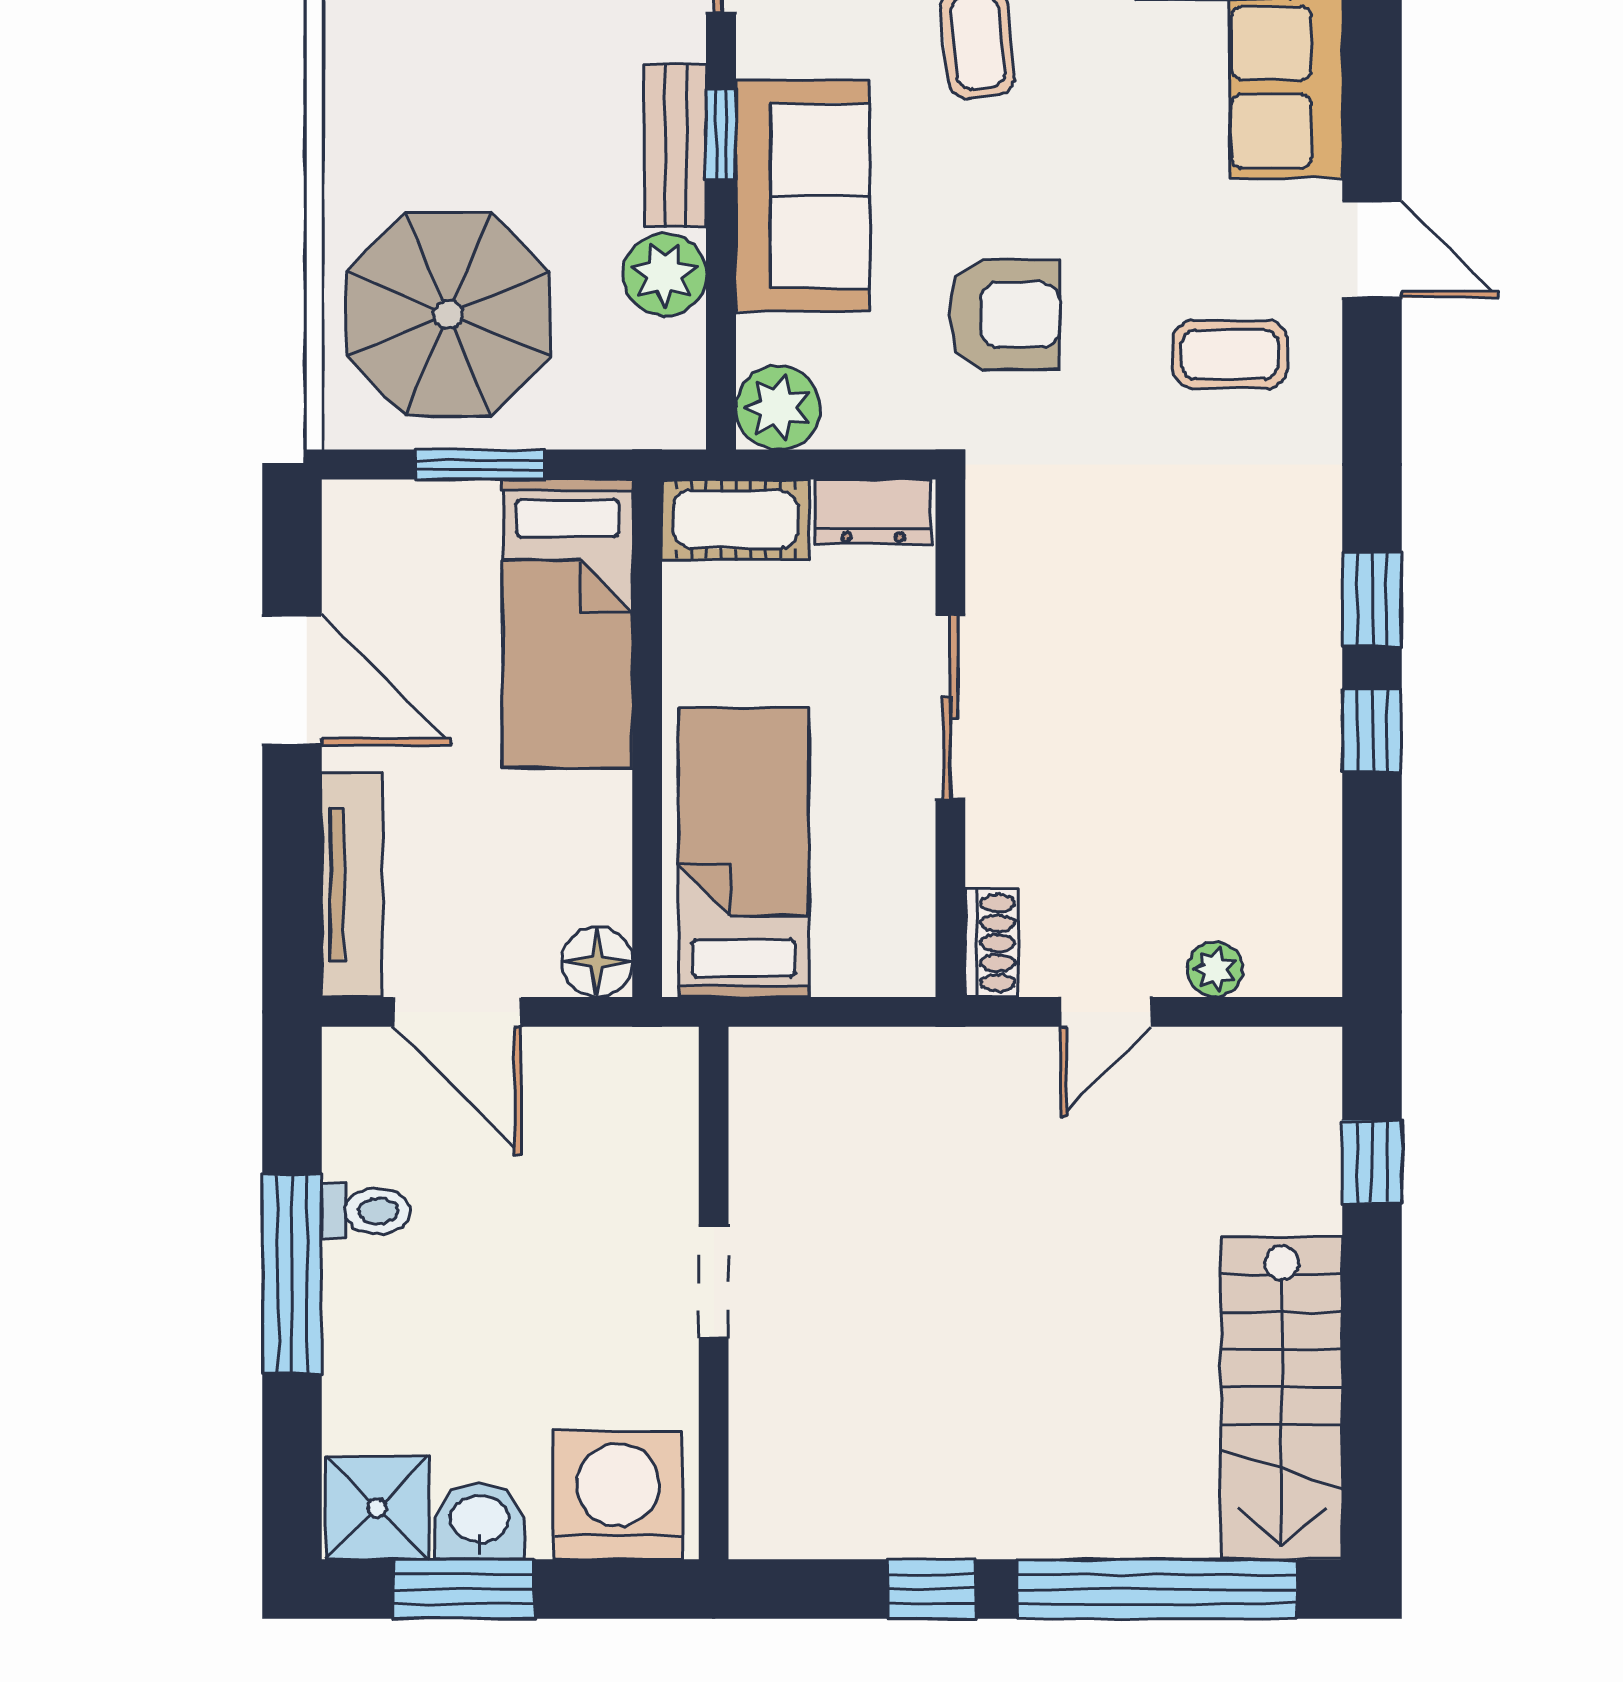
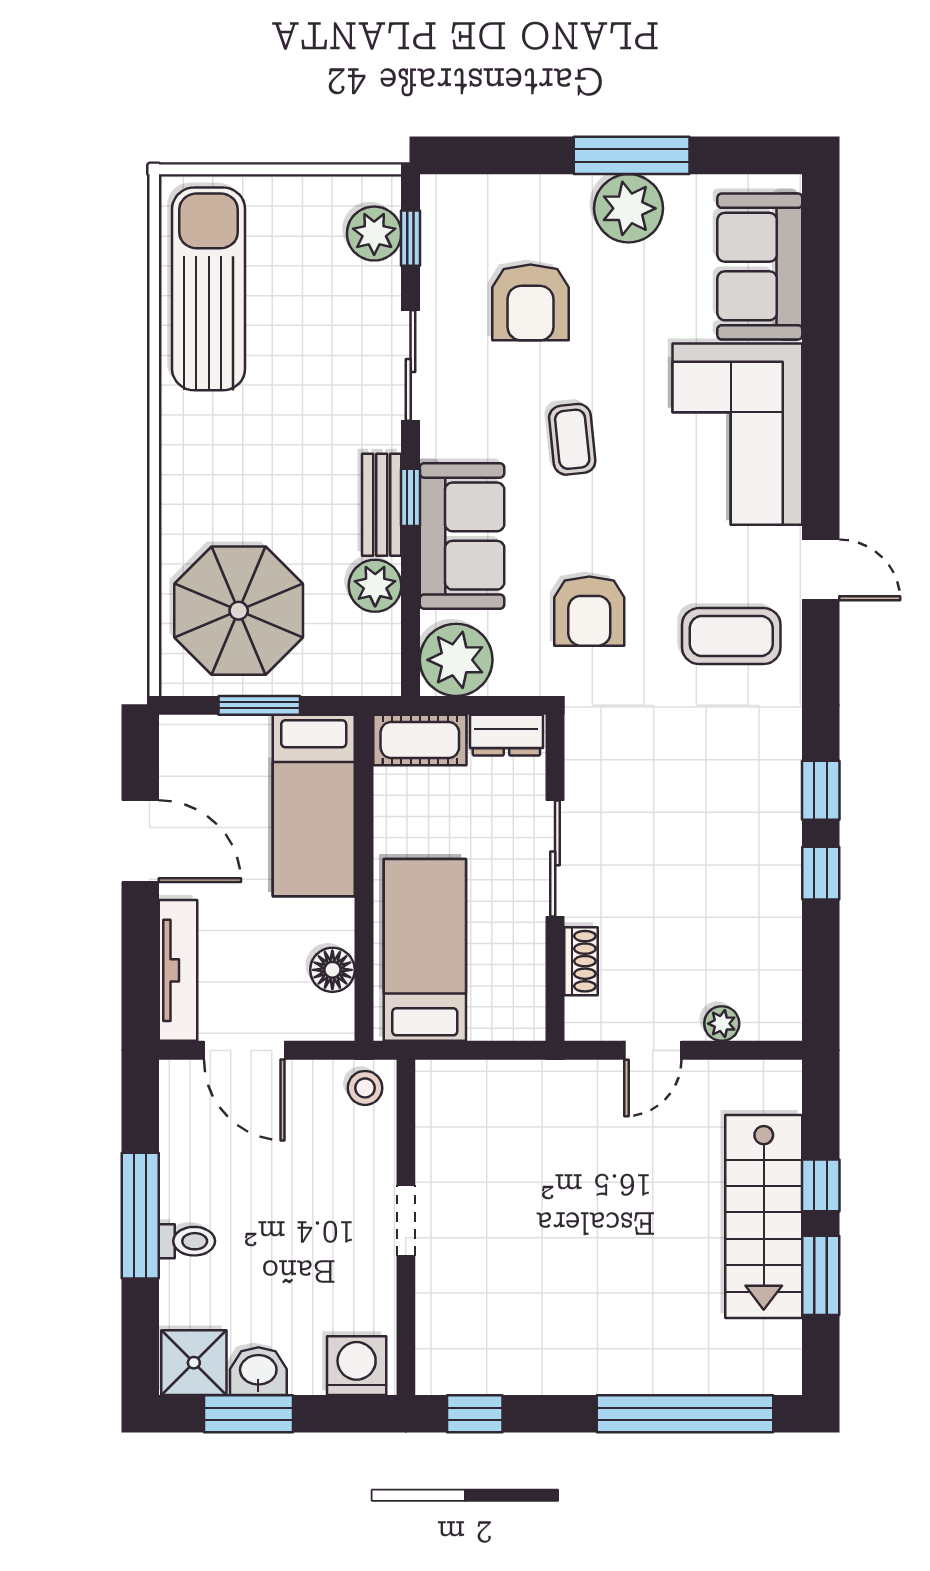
armchair: (1005, 315) -> (589, 611), turned 90
coffee table: (1230, 354) -> (731, 636), width x1.36, depth x1.30
plant: (778, 408) -> (456, 660), width x1.36, depth x1.36
shoe rack: (991, 943) -> (581, 961), moved
floor lamp: (597, 962) -> (332, 970), moved
stool: (649, 1072) -> (365, 1088), added
window: (1372, 1162) -> (821, 1185), moved
toilet: (366, 1211) -> (187, 1241), moved
window: (1372, 1369) -> (821, 1275), added
stairs: (1282, 1398) -> (764, 1216), moved
washing machine: (618, 1495) -> (357, 1366), width x0.73, depth x0.73
window: (932, 1589) -> (475, 1414), moved

